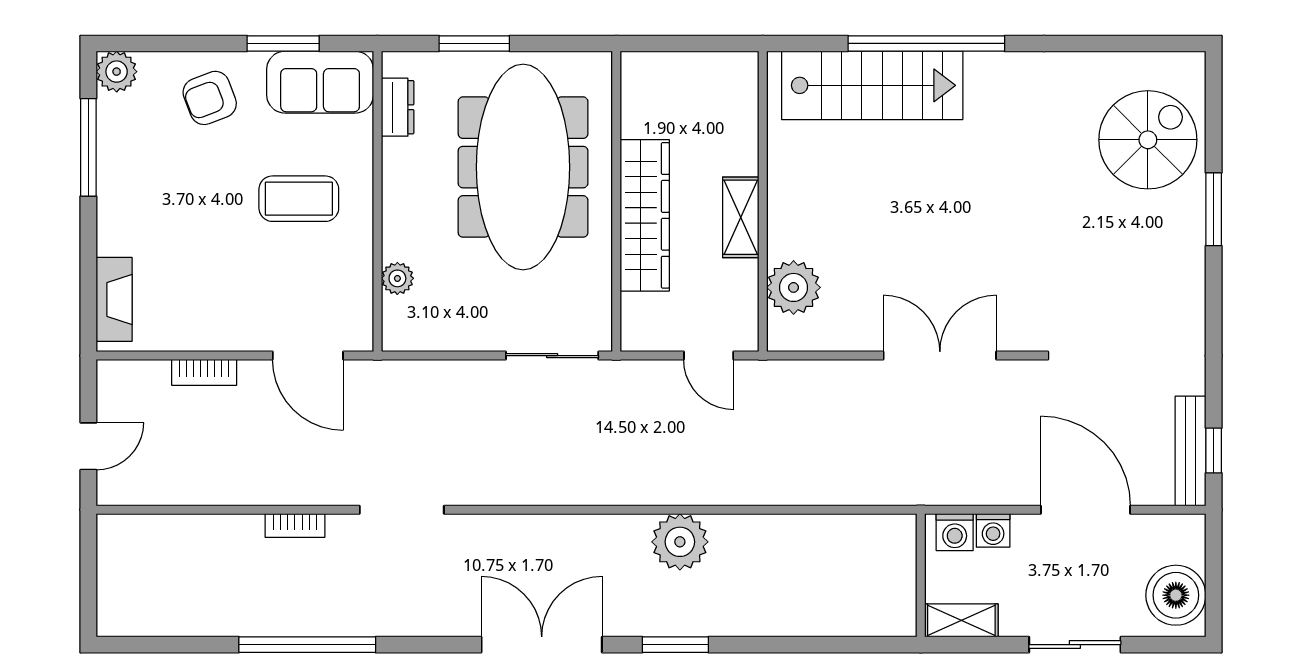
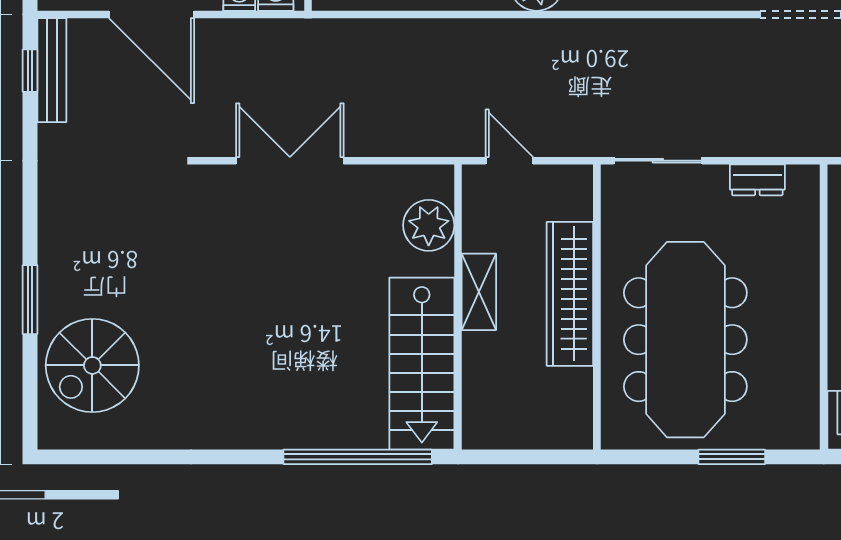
window: (926, 43) -> (358, 457), moved
stairs: (872, 85) -> (422, 364), moved, turned -90
dresser: (398, 107) -> (757, 180), moved, turned -90
plant: (397, 278) -> (805, 234), removed
double door: (940, 356) -> (290, 161), swing flipped

